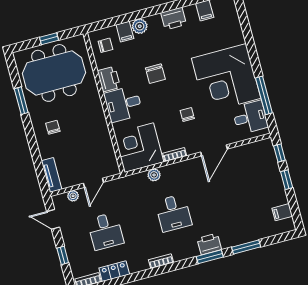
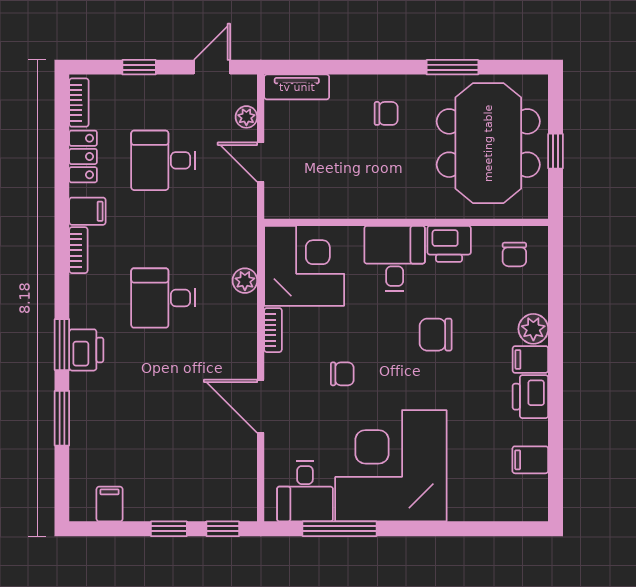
filing cabinet: (125, 32) -> (530, 359), moved
filing cabinet: (141, 262) -> (87, 211), added

